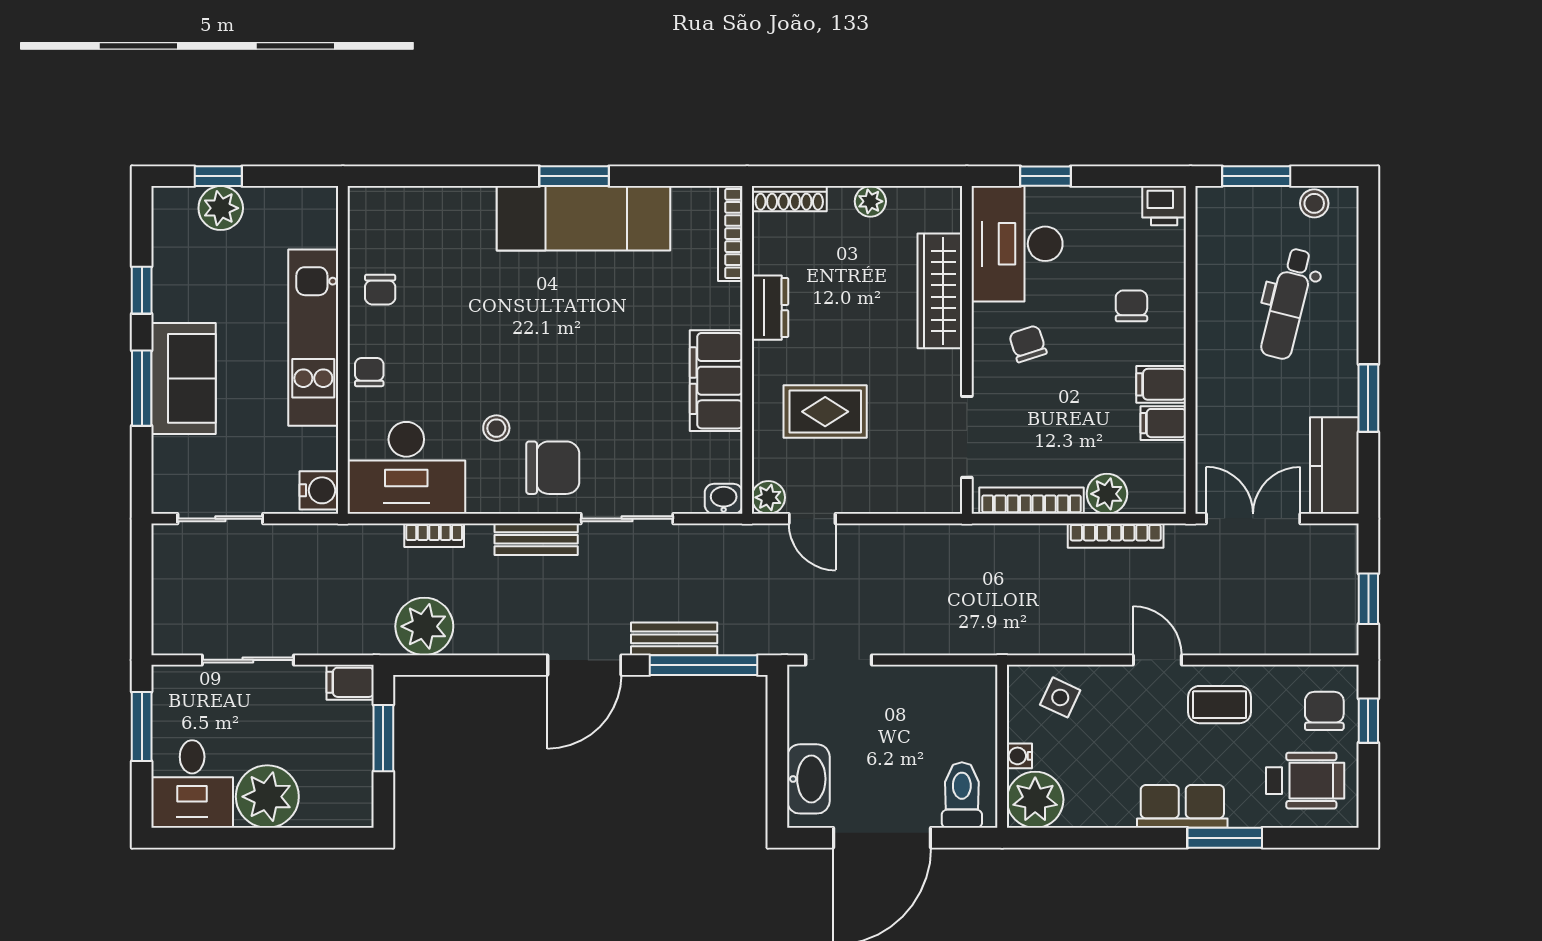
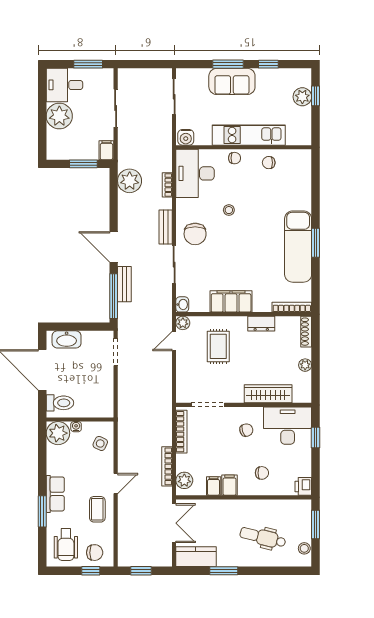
stool: (496, 428) -> (229, 210), moved
plant: (1107, 494) -> (184, 480), moved

